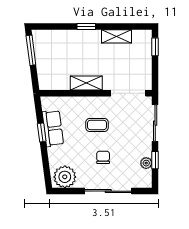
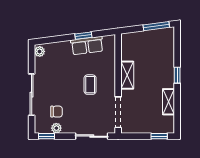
chair: (103, 157) -> (56, 112), moved
window: (155, 160) -> (46, 136), moved
plant: (65, 177) -> (40, 51), width x0.53, depth x0.53

